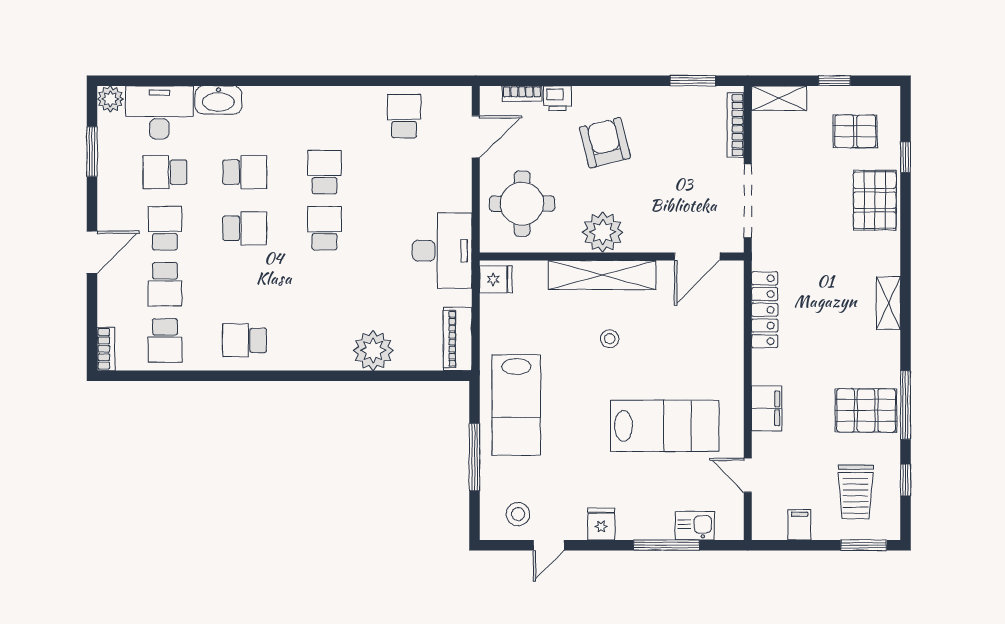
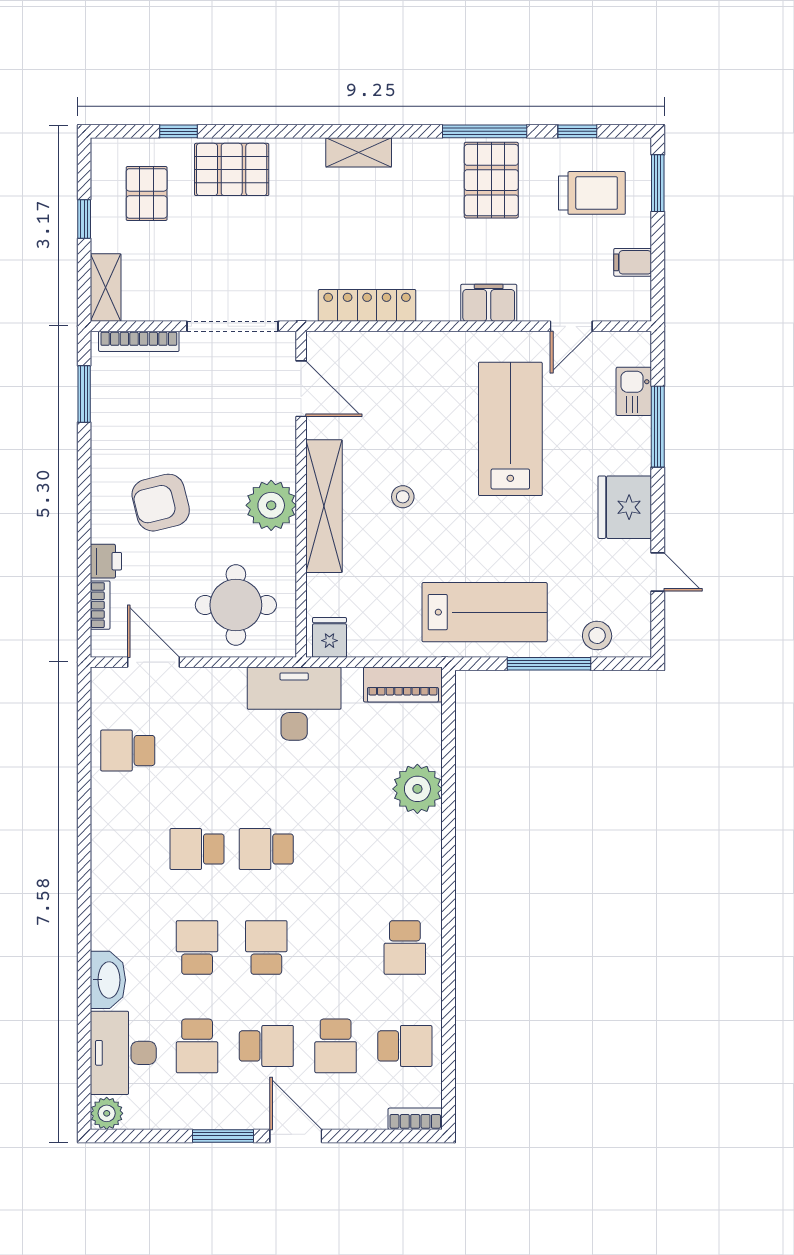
window: (92, 152) -> (223, 1136), moved
school desk: (165, 228) -> (266, 1046), turned 180
school desk: (165, 284) -> (336, 1046), turned 90
stool: (518, 514) -> (597, 636), moved
fridge: (601, 524) -> (625, 507), width x1.88, depth x1.34

